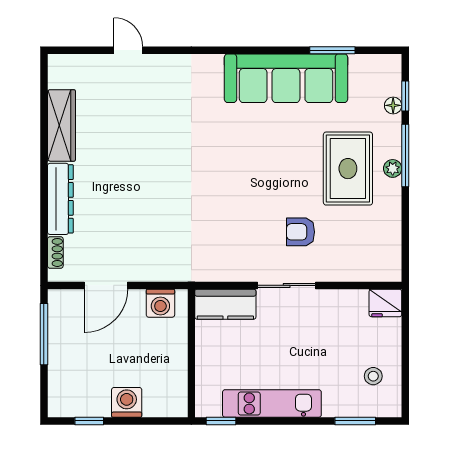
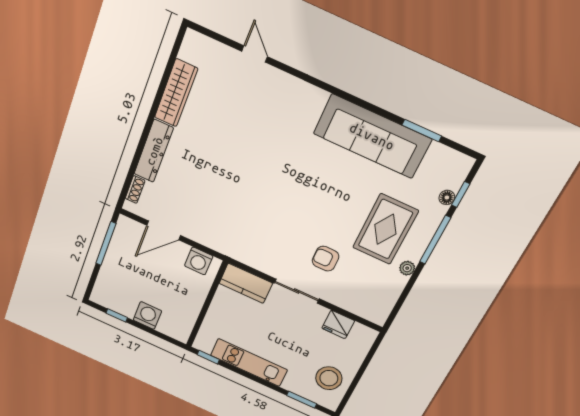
plant: (393, 168) -> (407, 268), moved
fridge: (385, 303) -> (338, 324), moved
stool: (373, 376) -> (329, 378), width x1.89, depth x1.89

